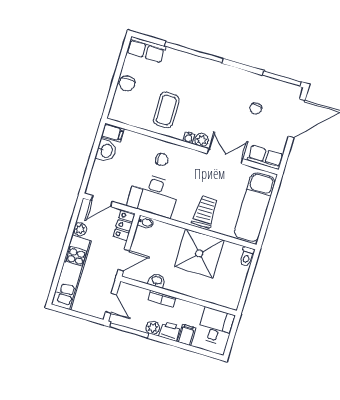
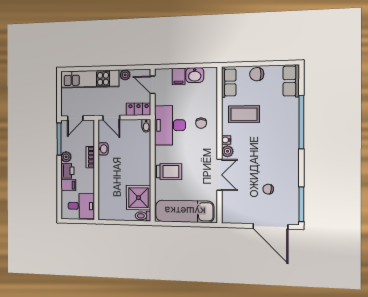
filing cabinet: (112, 133) -> (179, 76), moved
row of seats: (265, 157) -> (229, 83), moved
shower: (199, 253) -> (139, 198), moved, width x0.73, depth x0.73

